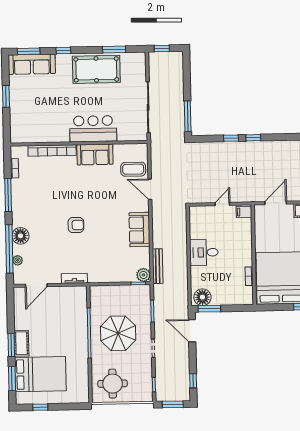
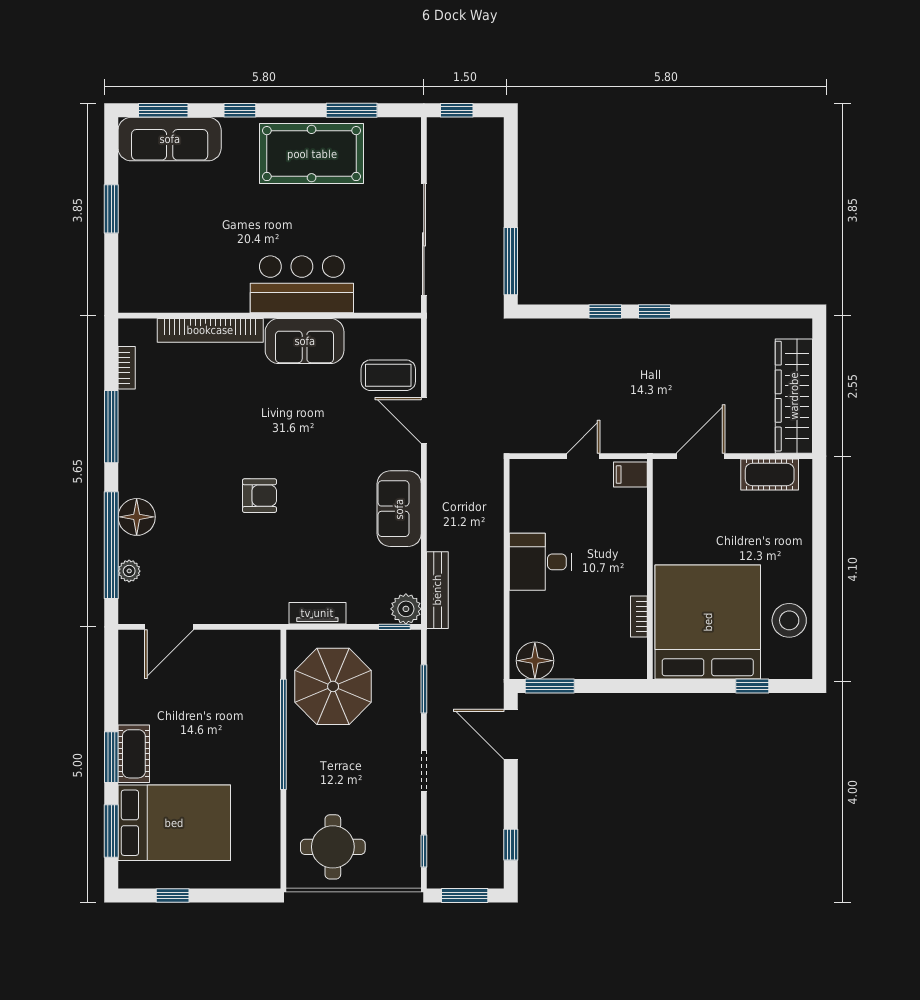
tv unit: (74, 278) -> (317, 613), moved
parasol: (118, 333) -> (333, 686), moved

